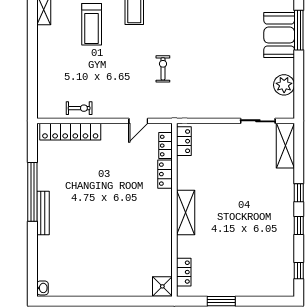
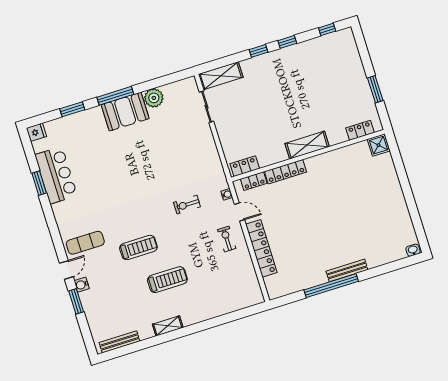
plant: (284, 85) -> (154, 98), moved
exercise bike: (79, 108) -> (227, 239), moved
water cooler: (161, 113) -> (227, 194), added
locker: (70, 132) -> (261, 248), moved
locker: (165, 174) -> (286, 172), width x1.53

